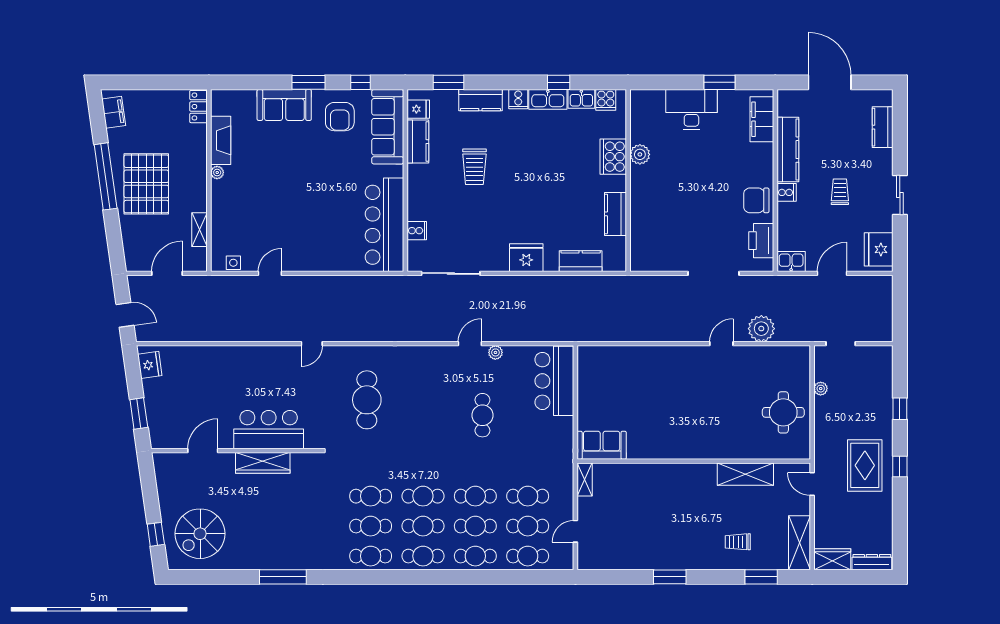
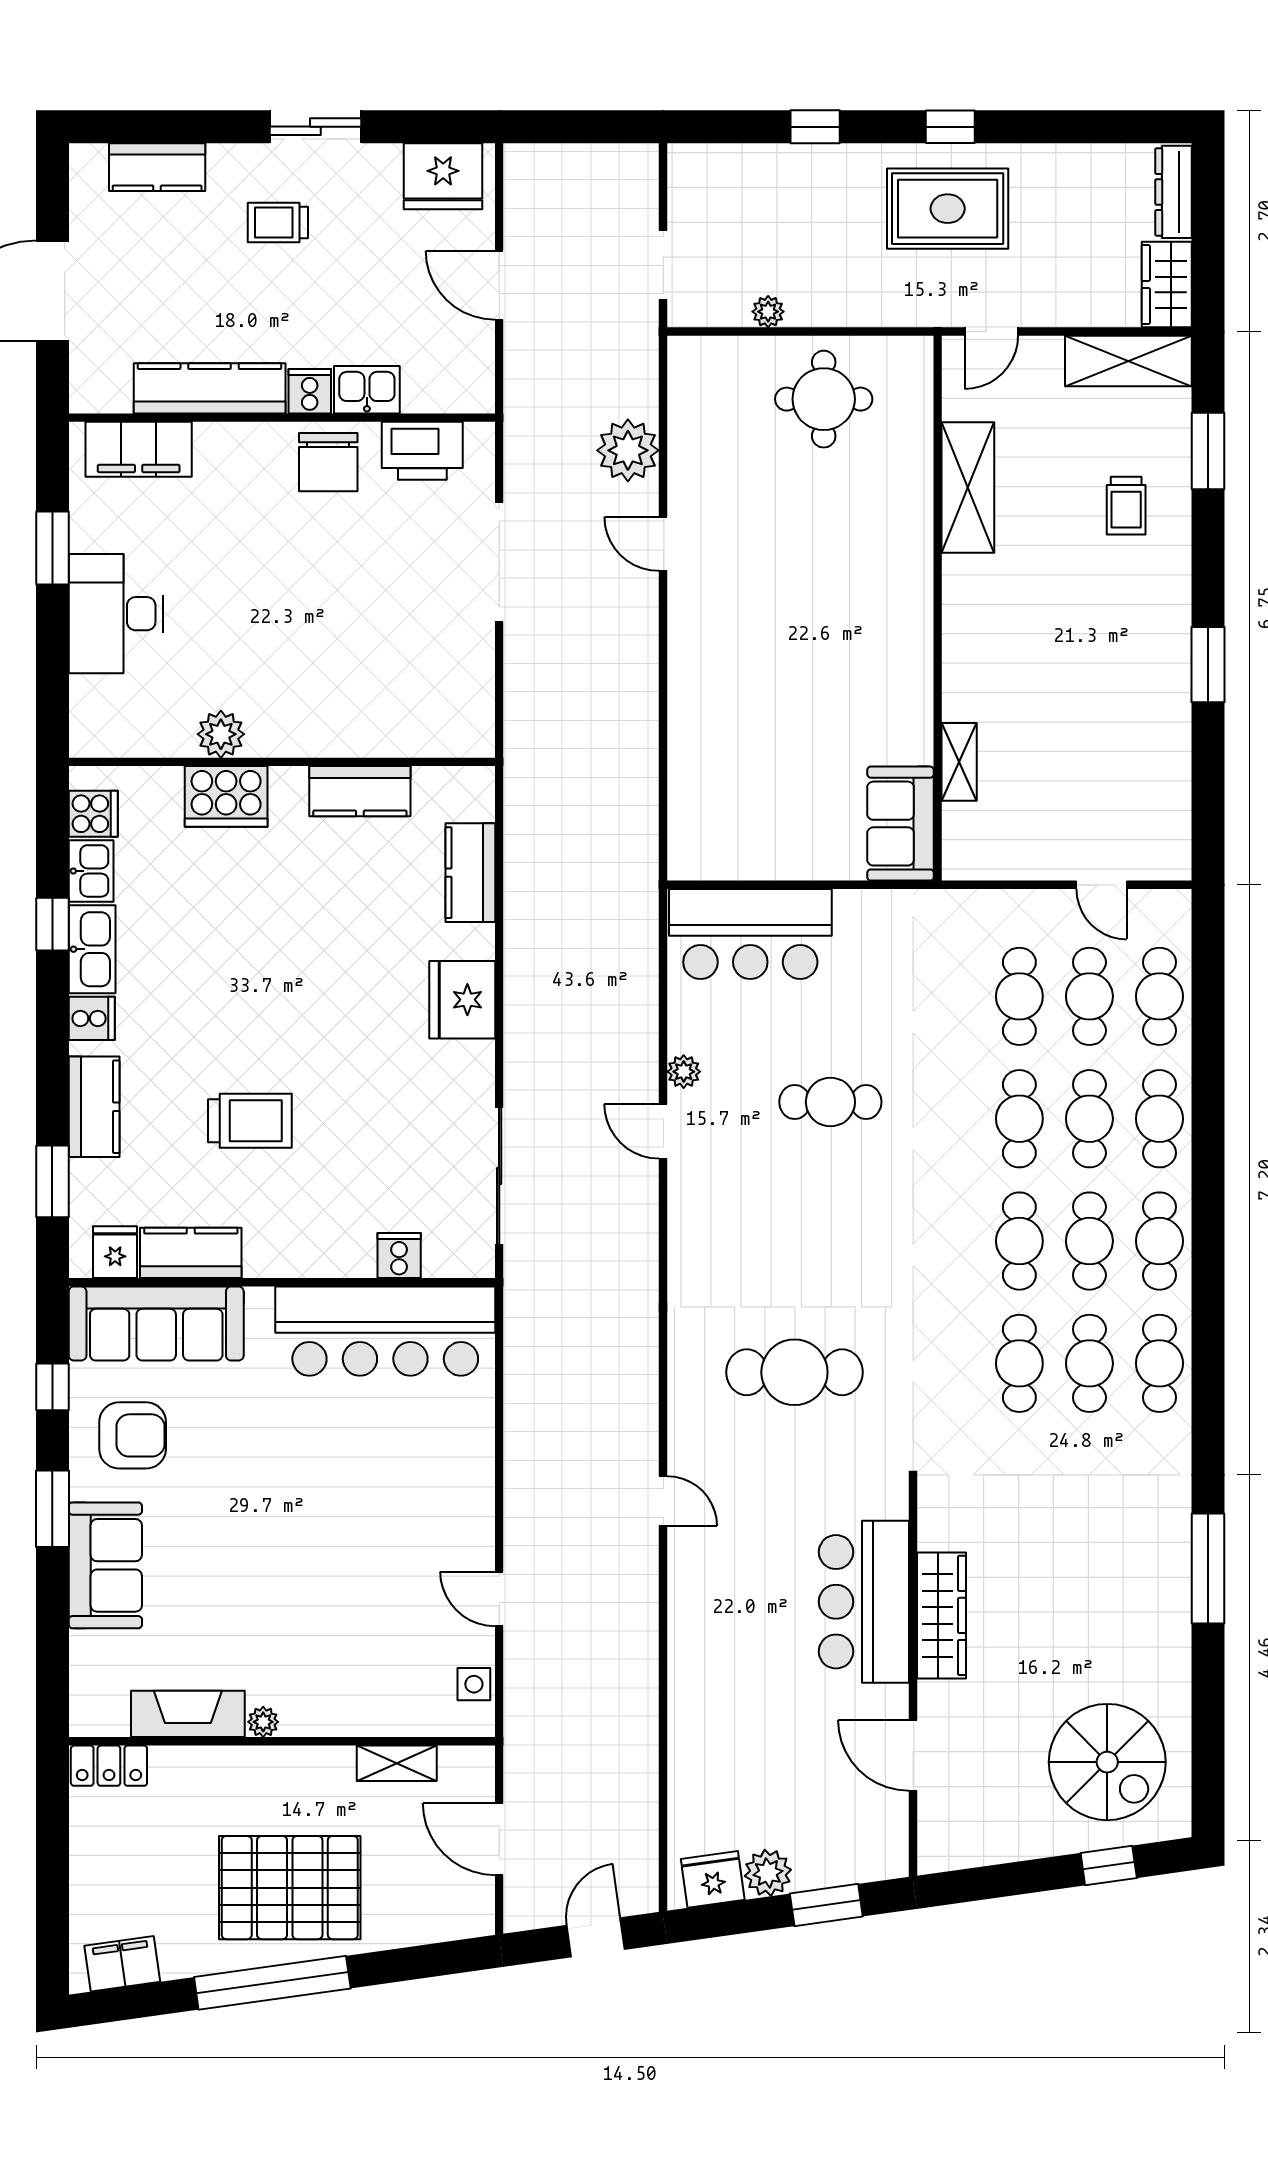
trolley: (840, 192) -> (278, 222), moved
kitchen sink: (791, 262) -> (367, 390), moved, turned 90
plant: (153, 388) -> (768, 1873), added
shelving: (585, 480) -> (959, 762), moved, turned 90

